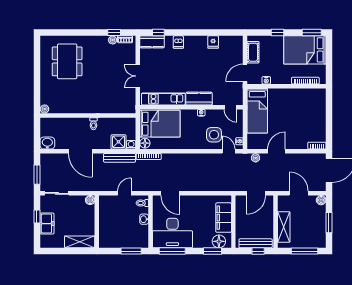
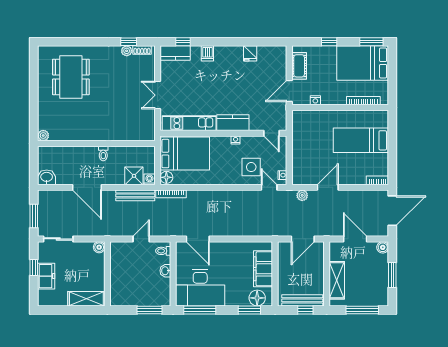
bed: (257, 111) -> (361, 140), moved, turned 90

